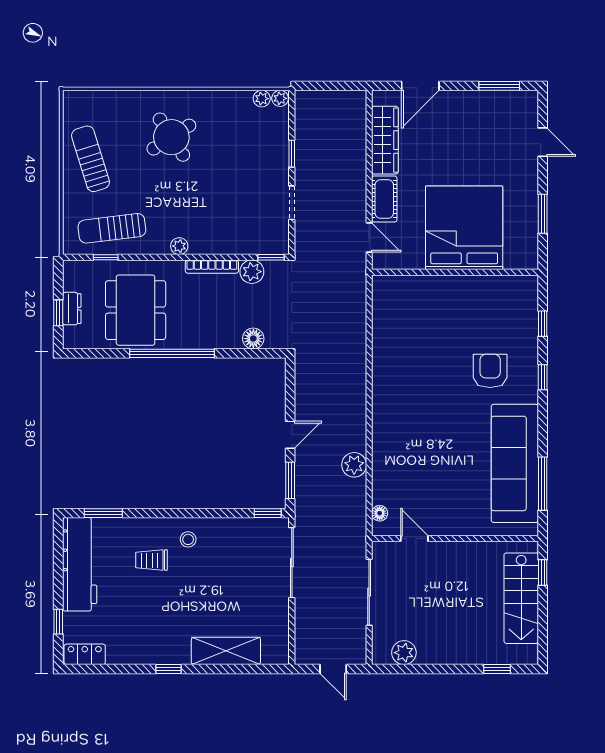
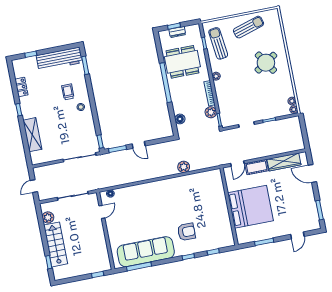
plant: (354, 465) -> (184, 167), moved
stairs: (521, 598) -> (56, 244), moved, turned 90
locker: (85, 654) -> (21, 87), moved

